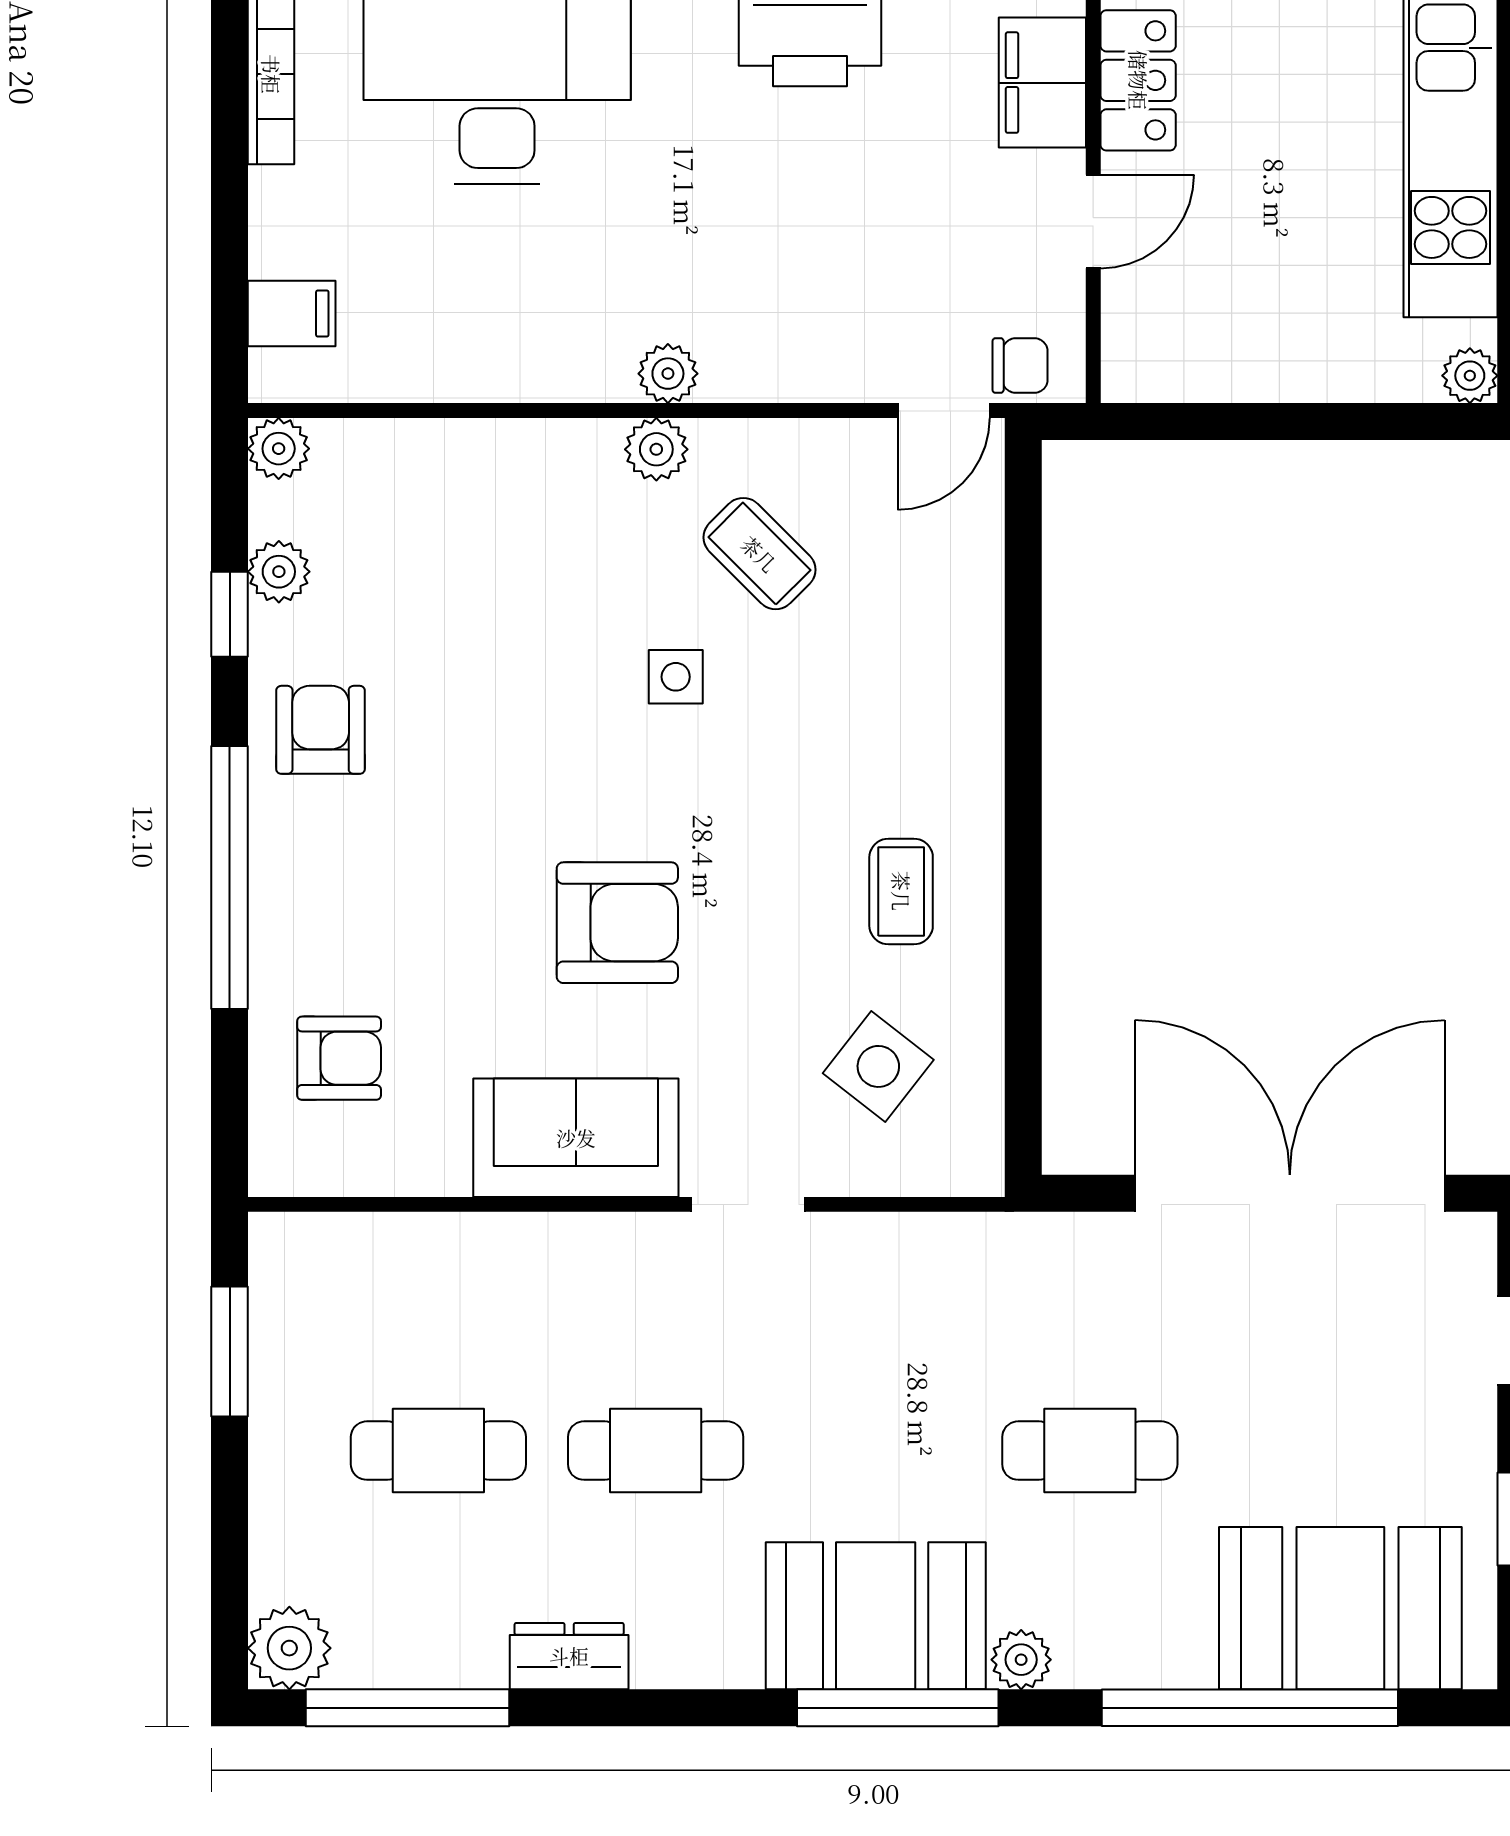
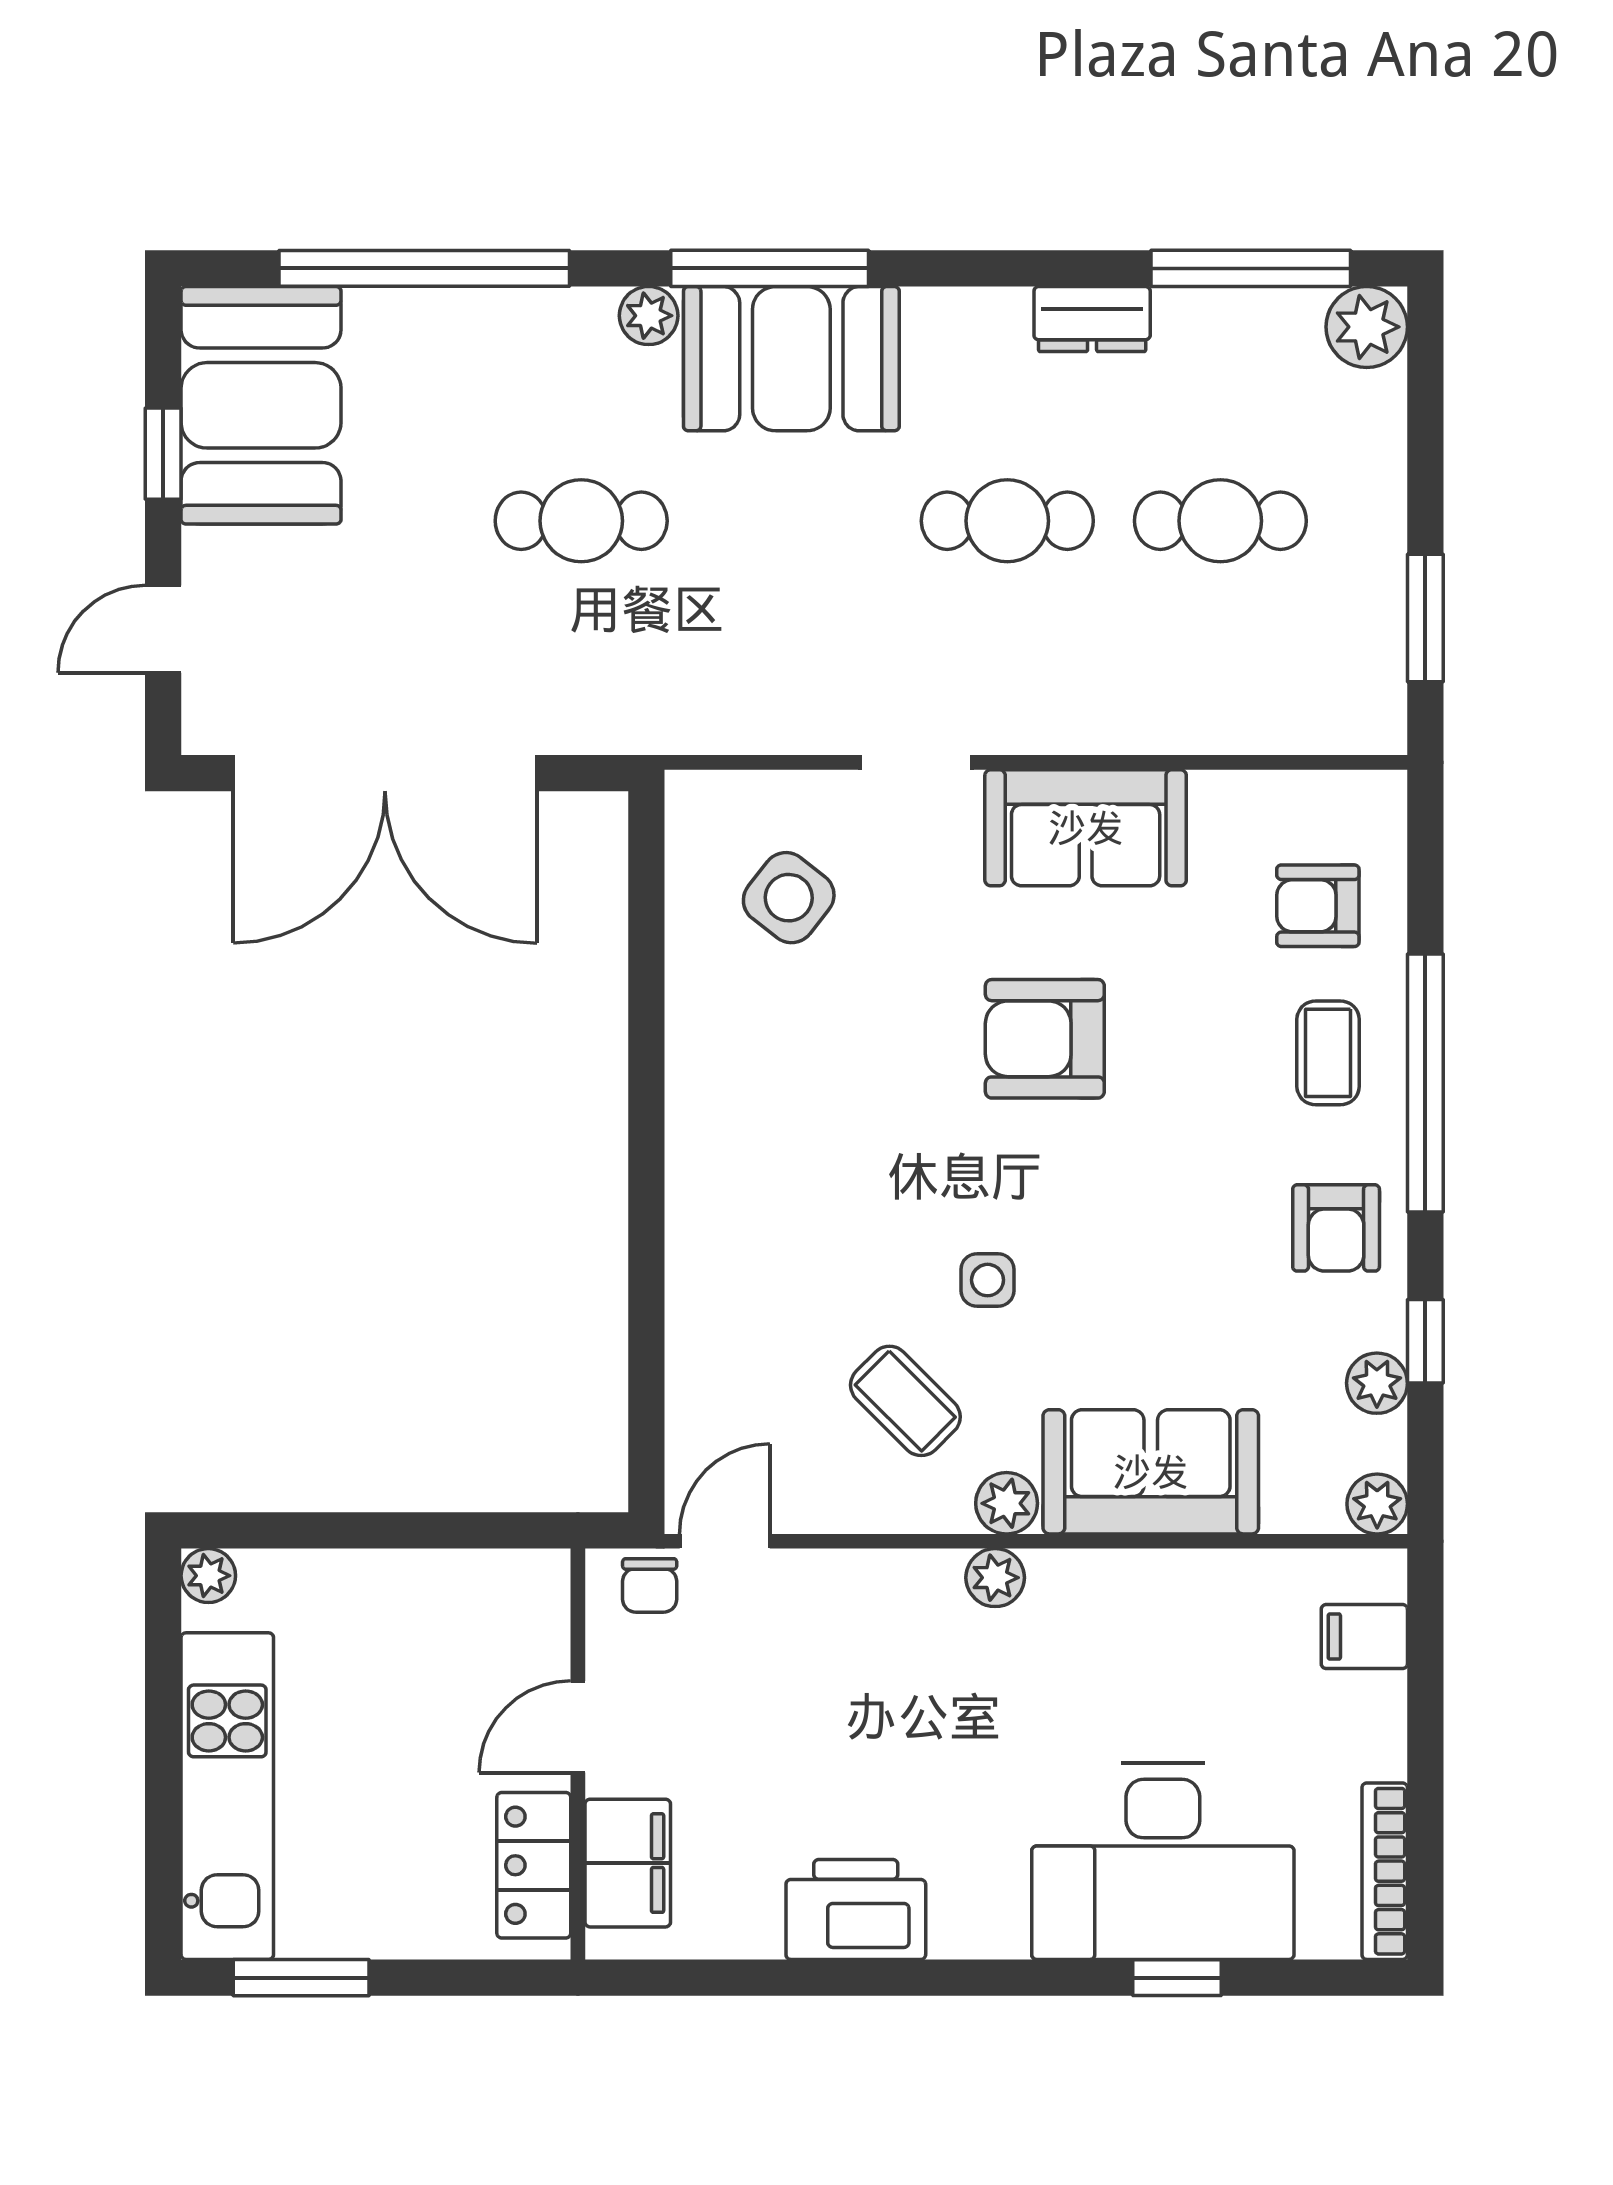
chair: (1020, 366) -> (650, 1585), turned -90
sofa: (509, 481) -> (1151, 1472), added
coffee table: (901, 891) -> (1328, 1053), moved
booth: (1340, 1608) -> (261, 405), moved, turned 90

